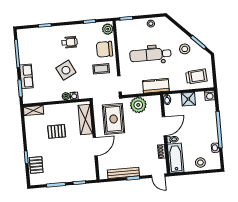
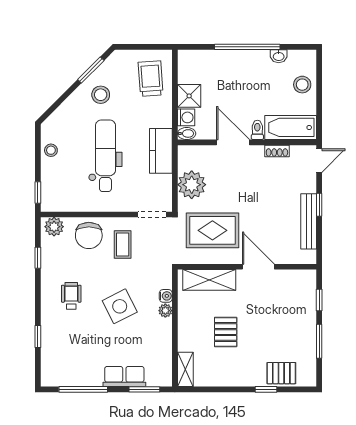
dental chair: (150, 55) -> (105, 156), turned 180
washing machine: (210, 95) -> (186, 117), moved

